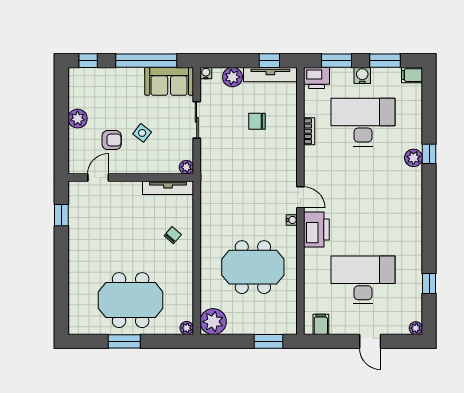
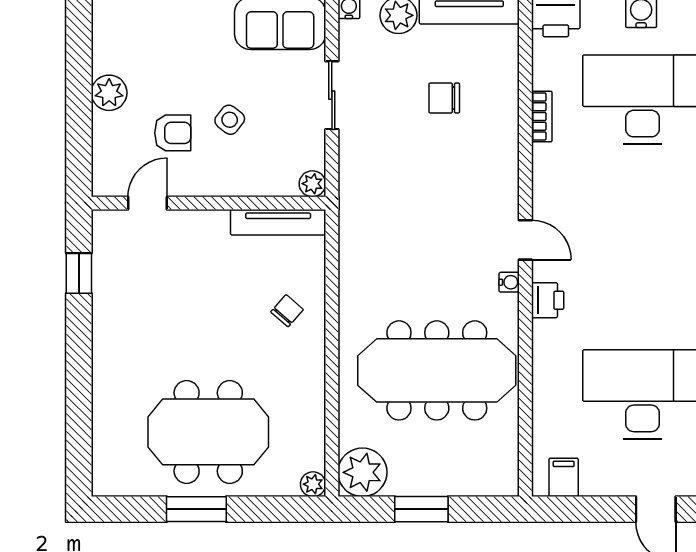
printer: (316, 230) -> (548, 300), width x0.53, depth x0.68
meeting table: (253, 267) -> (437, 370), width x1.36
window: (269, 341) -> (421, 509), moved

